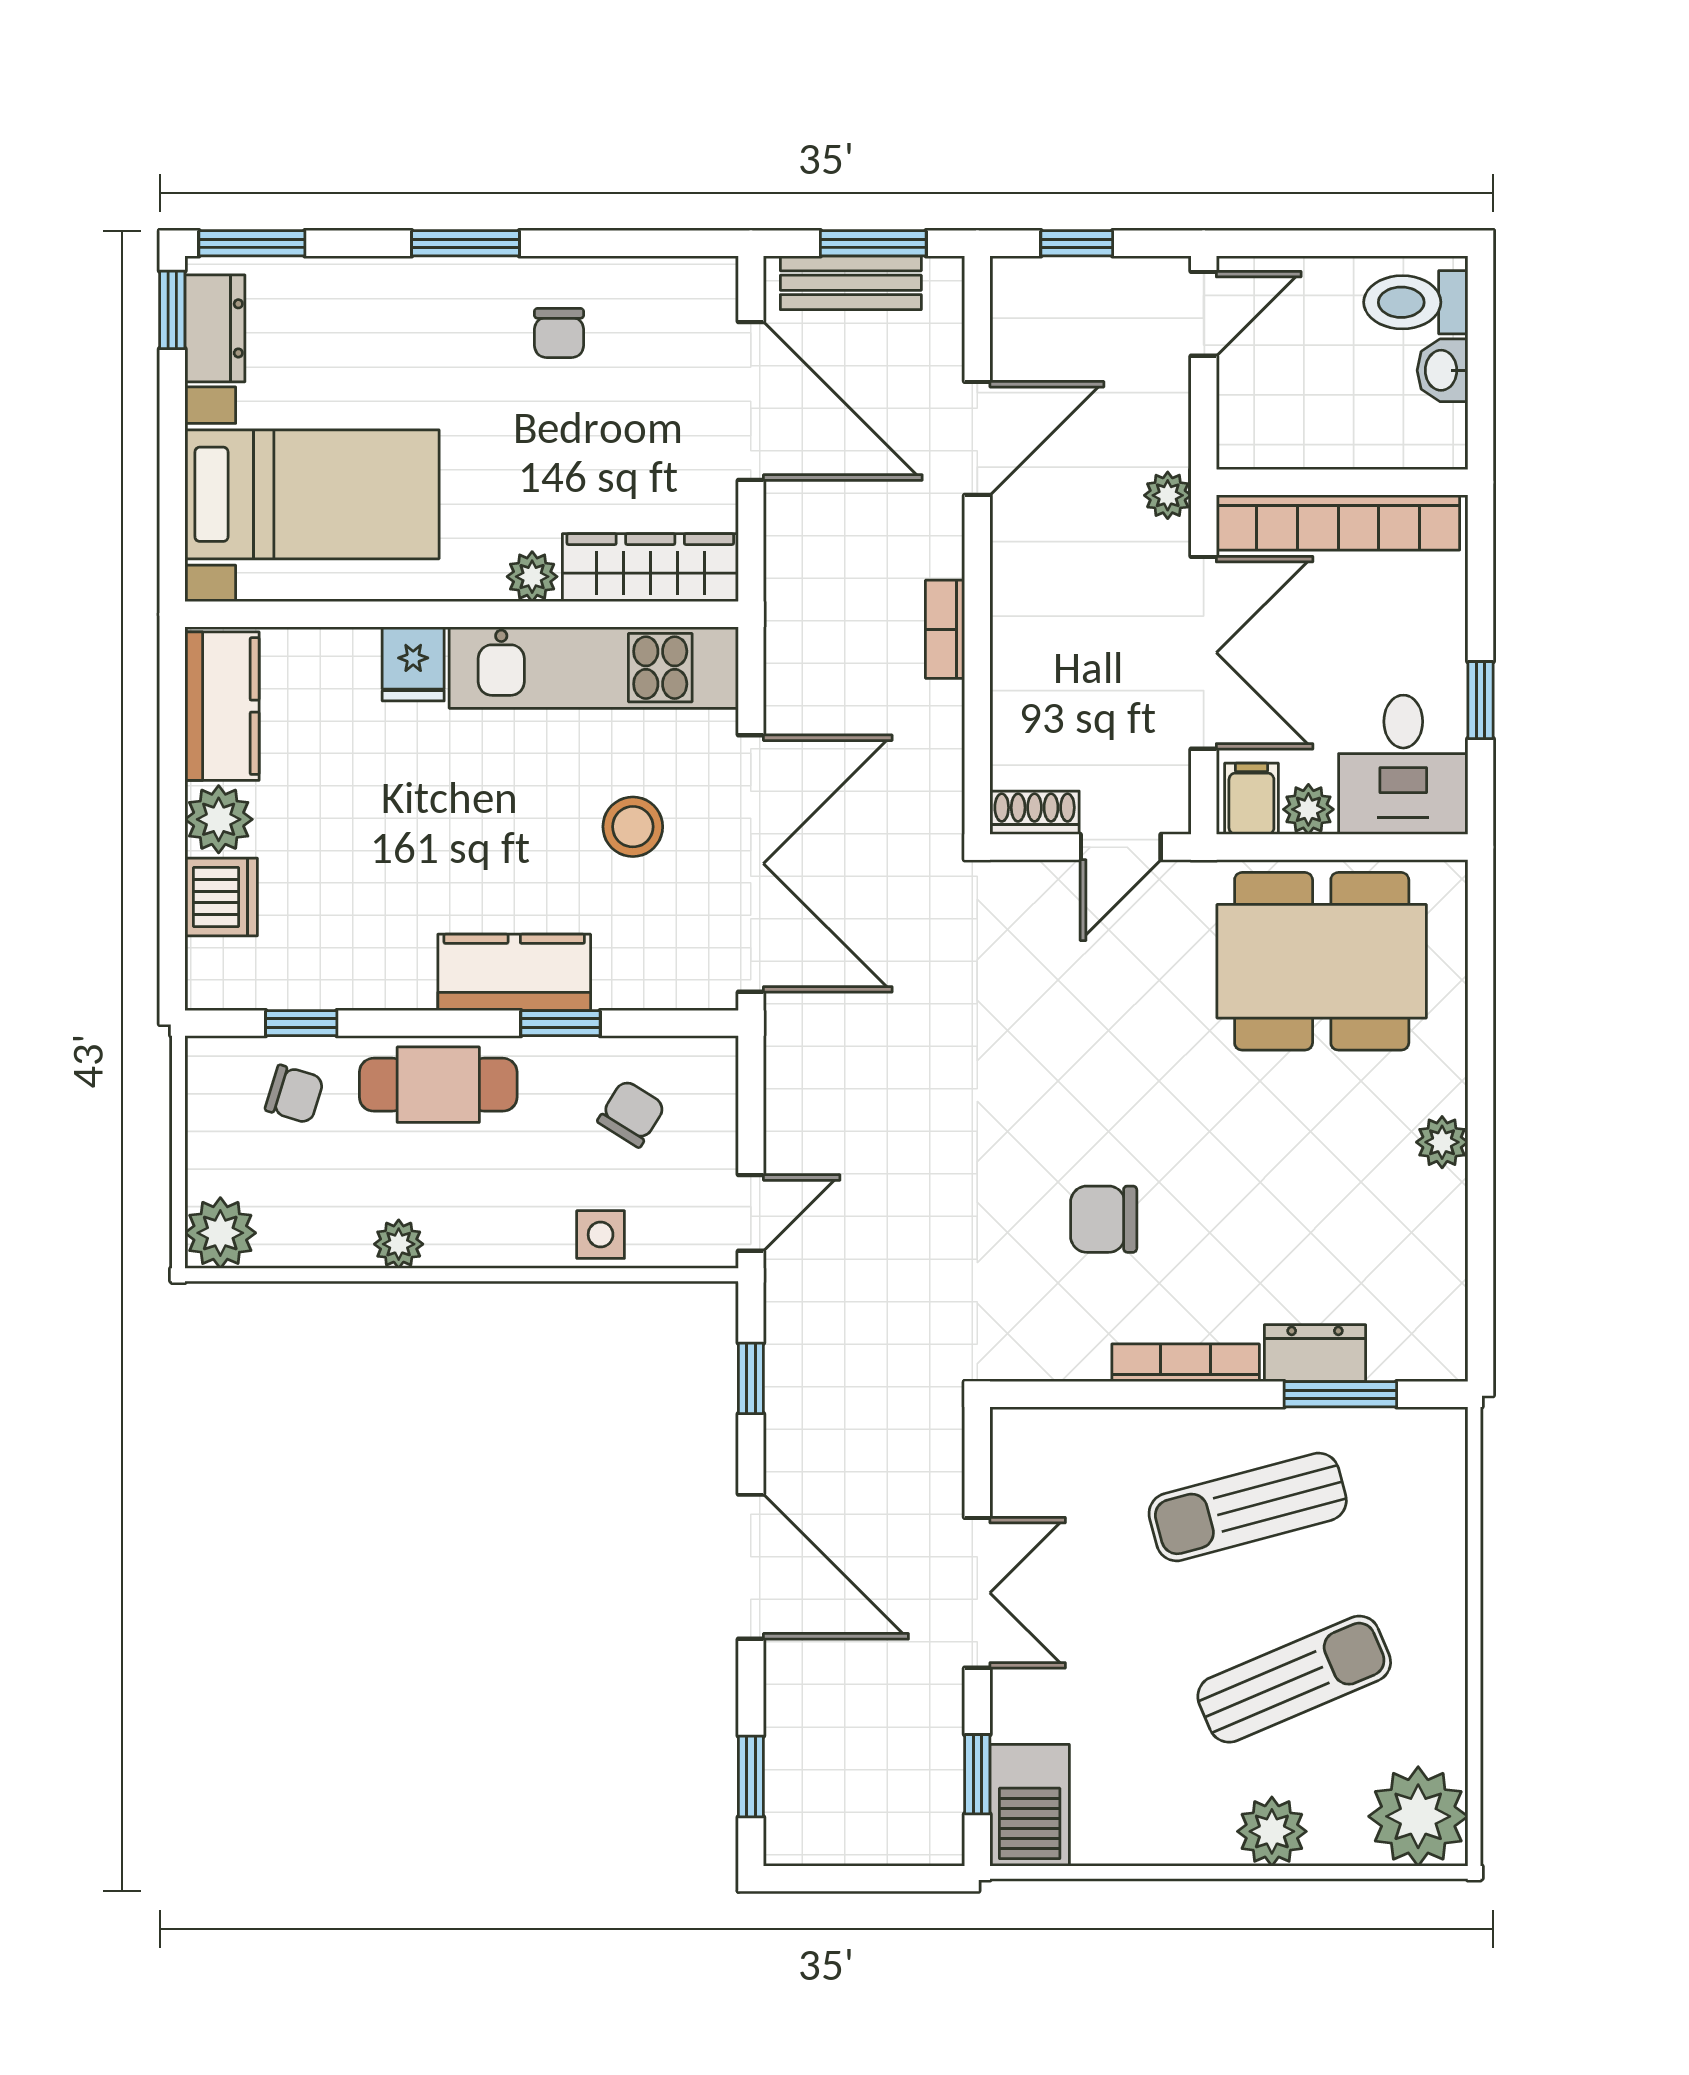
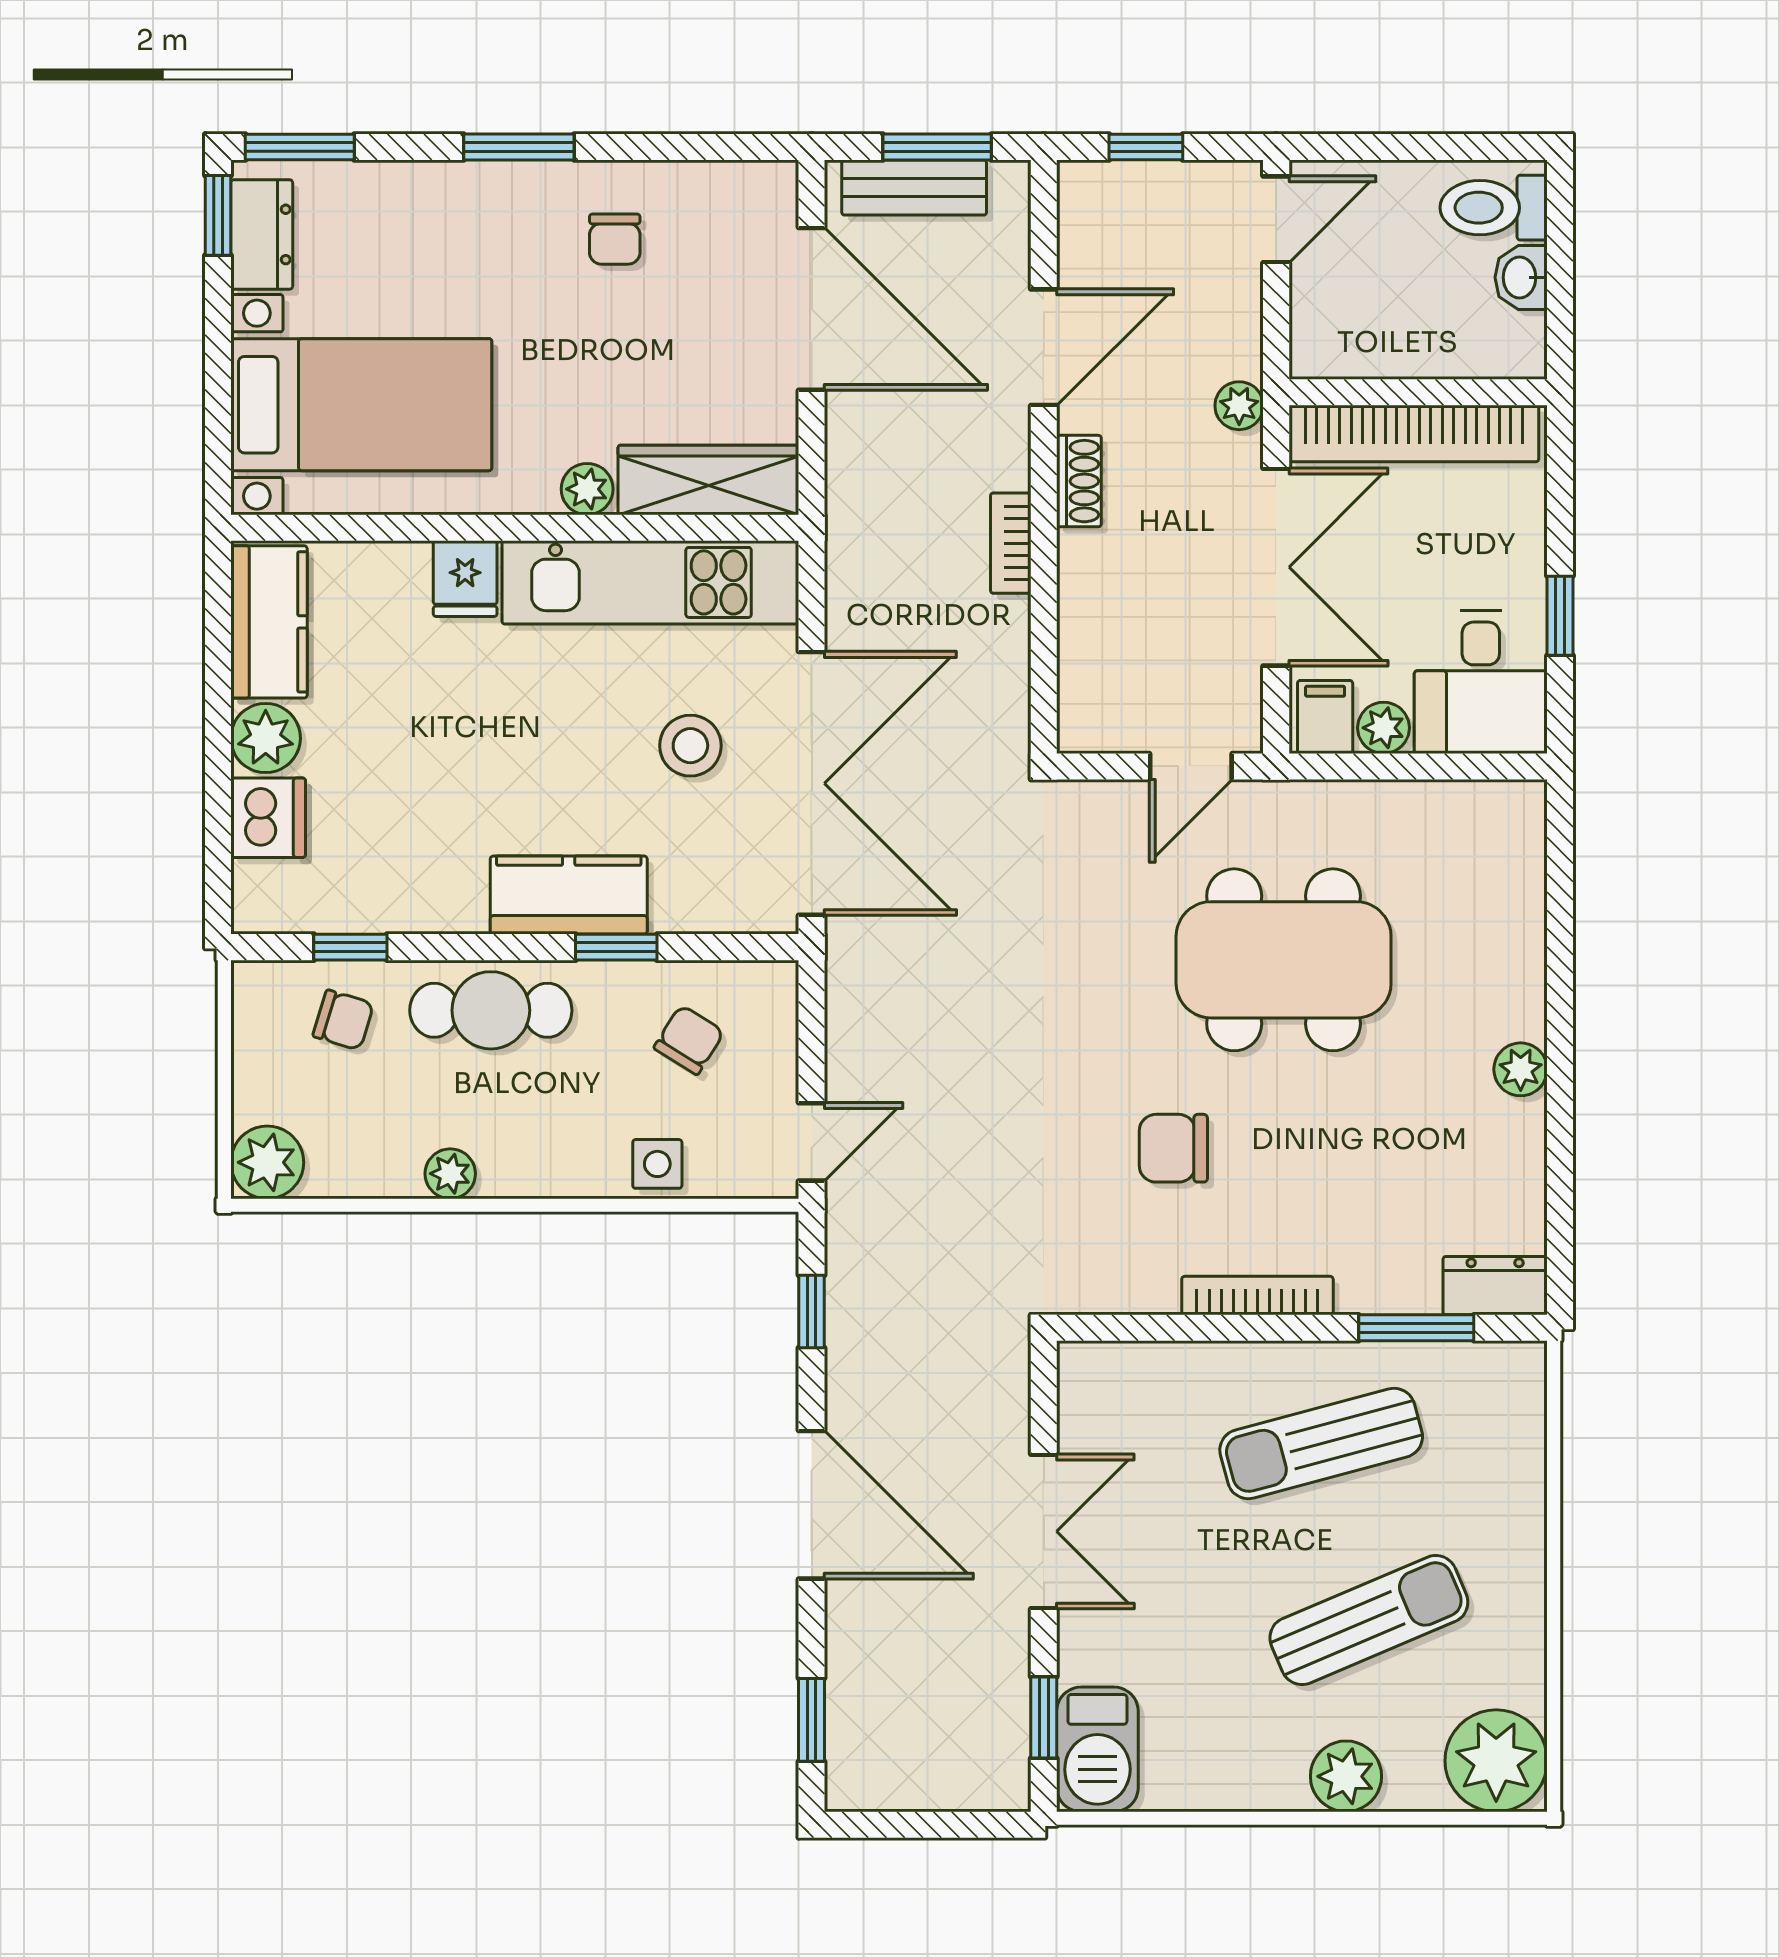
shoe rack: (1035, 813) -> (1079, 481), moved, turned 90
dining table: (1322, 961) -> (1284, 960), moved
dresser: (1315, 1353) -> (1495, 1286), moved

